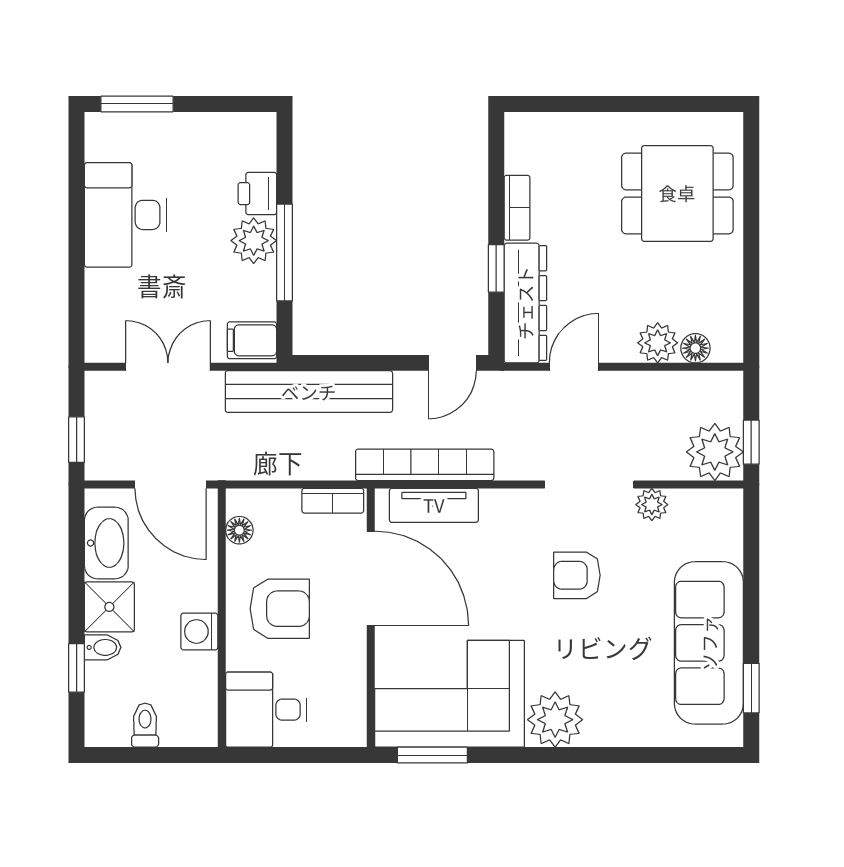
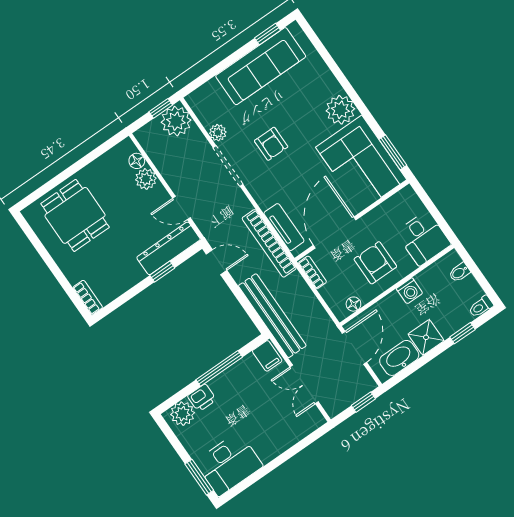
bookcase: (517, 208) -> (88, 297), moved, turned 90
desk: (125, 215) -> (229, 464), moved
plant: (254, 241) -> (182, 414), moved
bidet: (103, 647) -> (459, 272), moved, turned -90
toilet: (145, 725) -> (481, 307), moved

